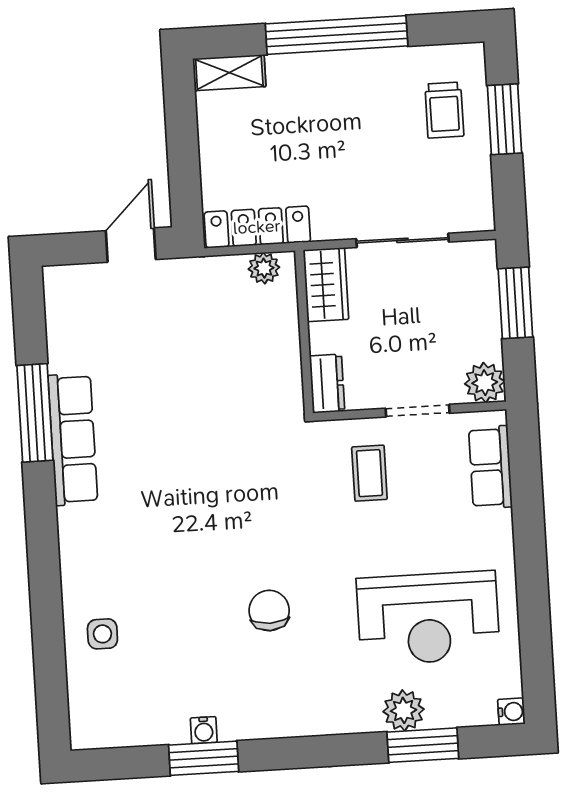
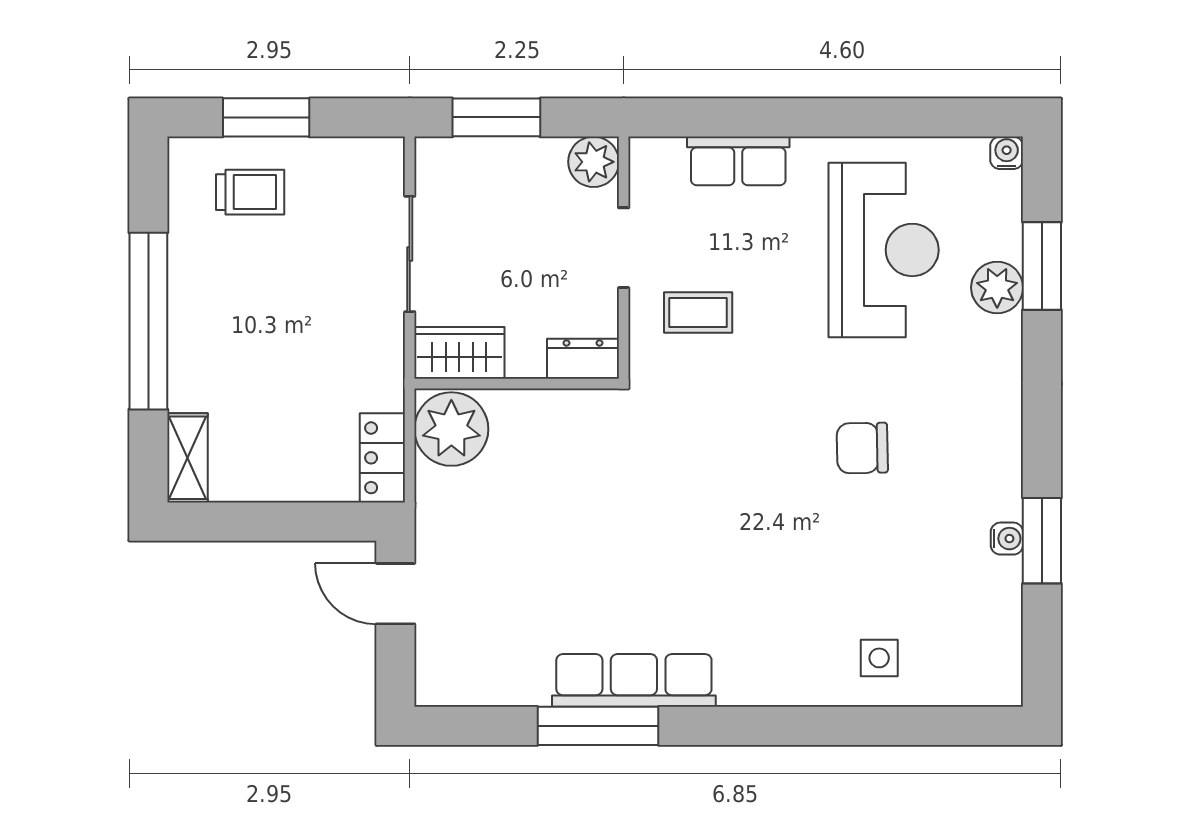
locker: (257, 227) -> (382, 458), width x0.66
plant: (264, 268) -> (451, 429), width x1.87, depth x1.87
row of seats: (490, 467) -> (738, 161), moved

